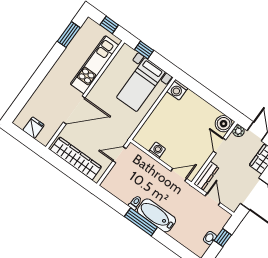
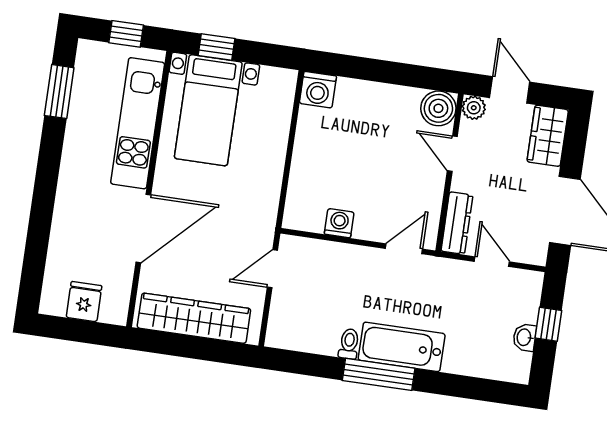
bed with nightstands: (141, 85) -> (208, 110), moved

